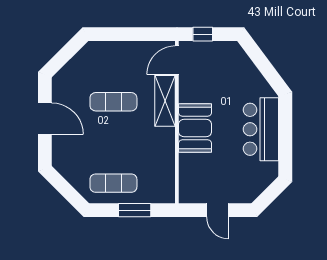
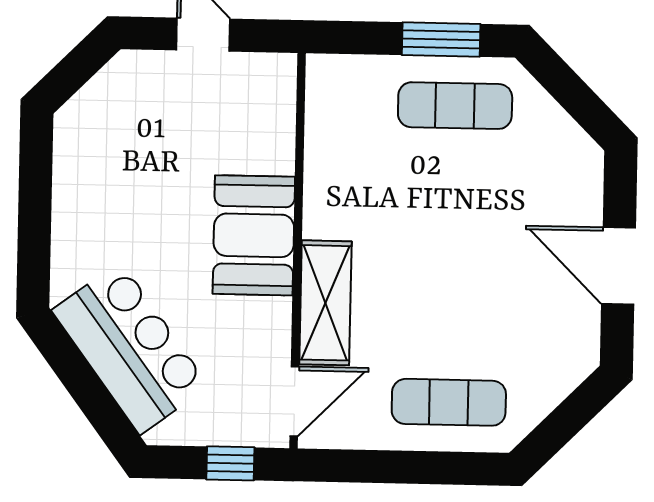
exercise mat: (113, 102) -> (449, 402), moved
bar counter: (261, 129) -> (130, 348), moved, turned -37
window: (135, 210) -> (441, 40), moved

